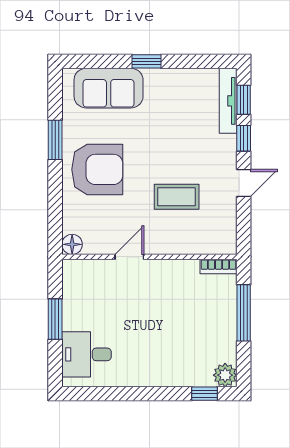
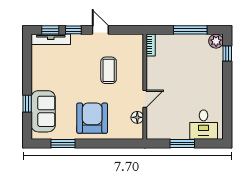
window: (146, 61) -> (27, 104), moved
window: (55, 140) -> (63, 143), moved
floor lamp: (72, 244) -> (137, 117), moved
door: (129, 257) -> (145, 99), swing flipped
window: (244, 313) -> (190, 30), moved

